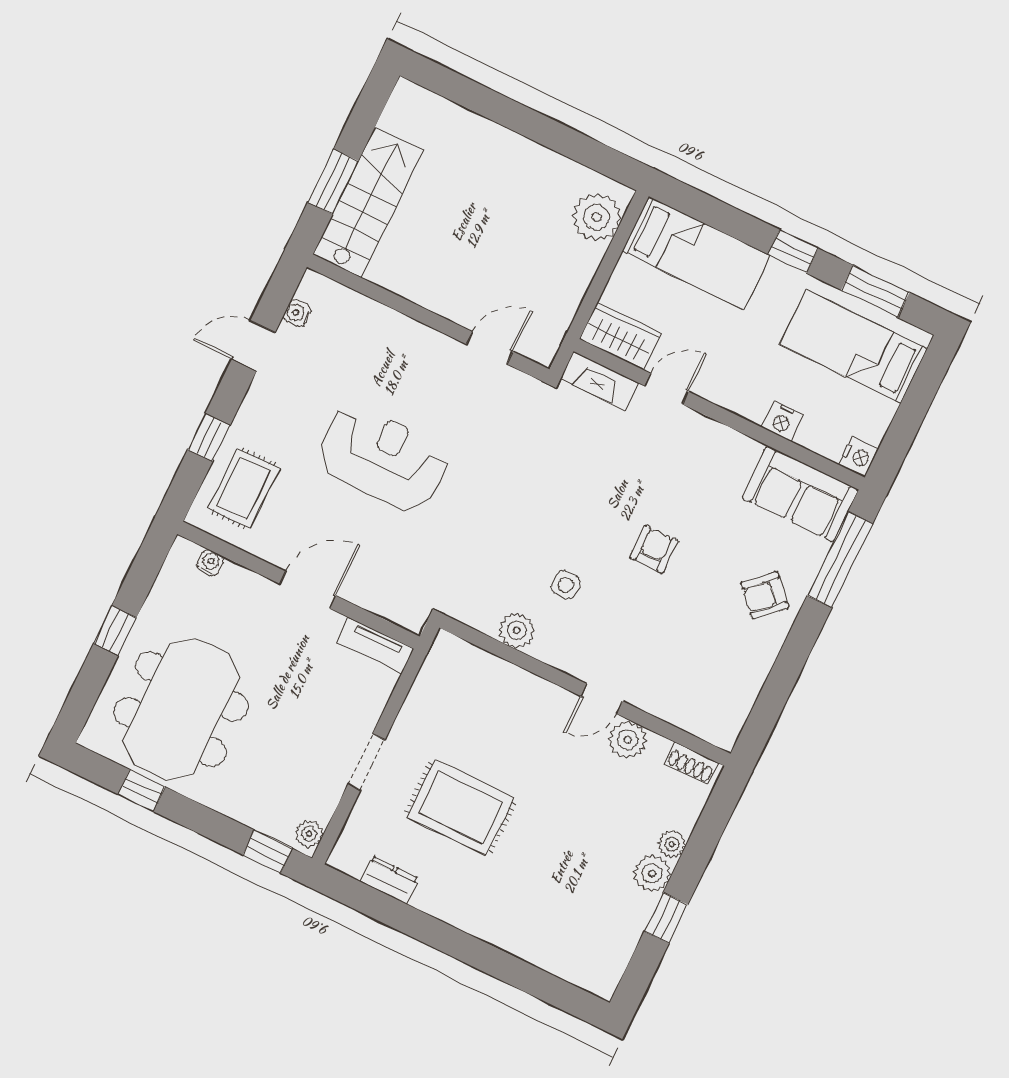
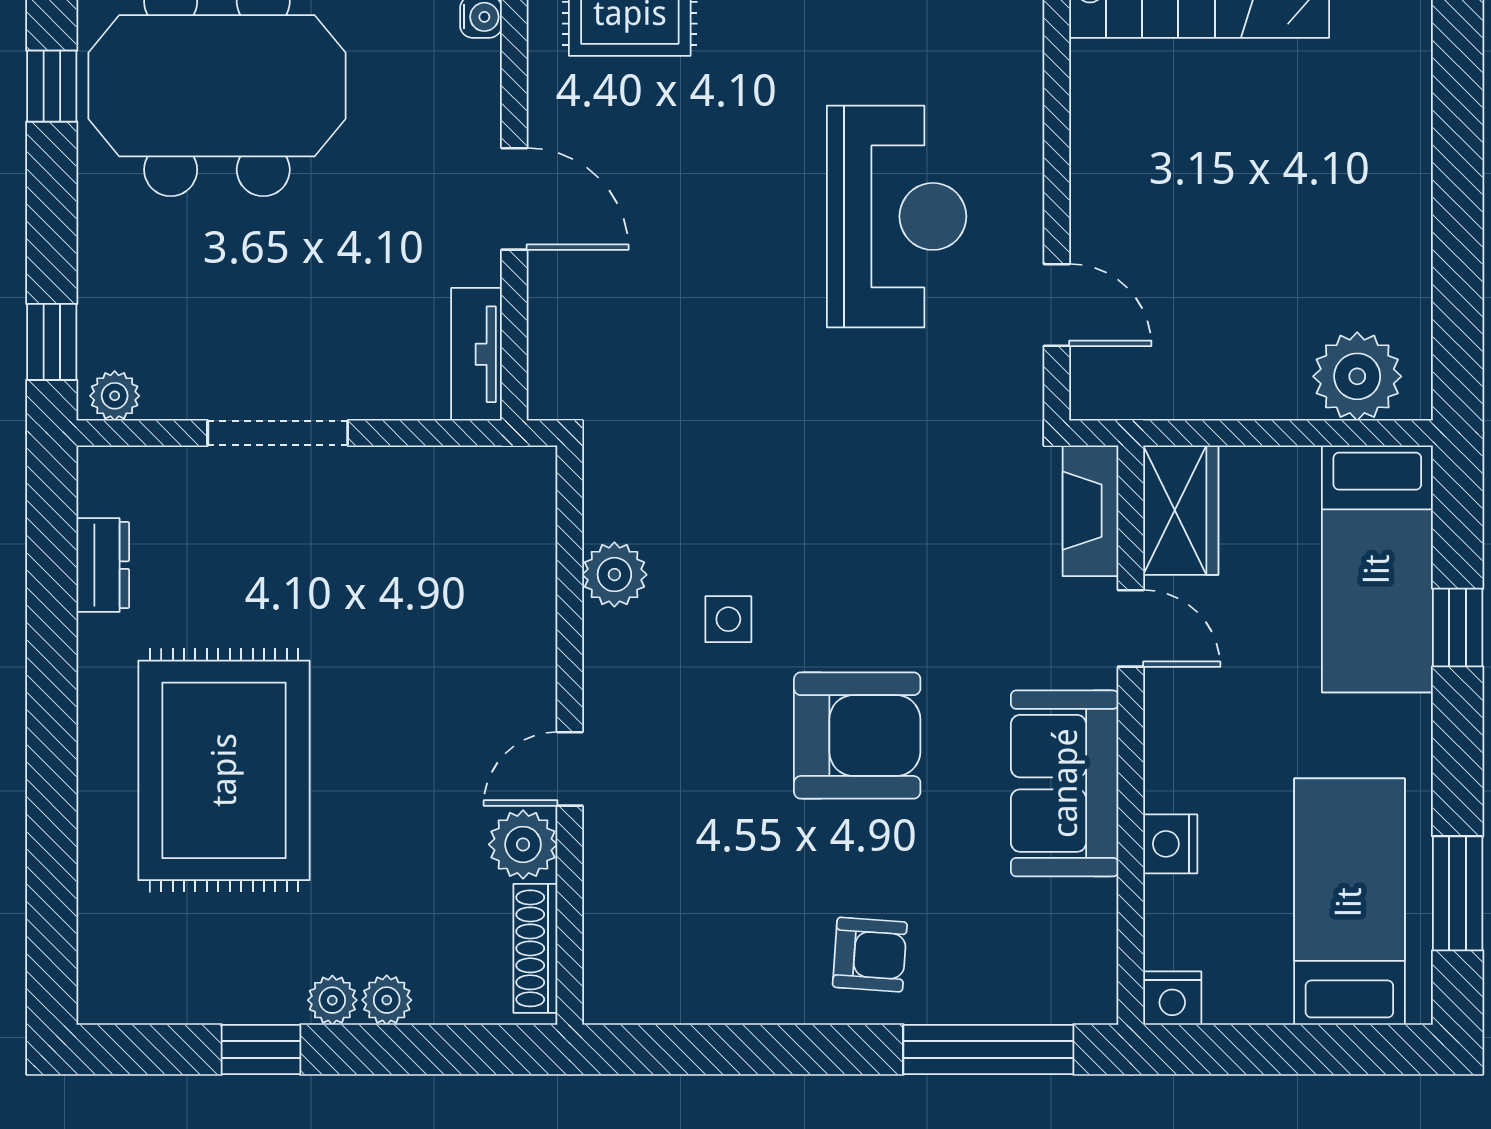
window: (793, 251) -> (1458, 627), moved
reception desk: (383, 458) -> (897, 216), moved
sofa: (800, 494) -> (1065, 783), moved
armchair: (654, 549) -> (857, 736), width x1.88, depth x1.88
armchair: (765, 595) -> (870, 955), turned 137
door: (602, 699) -> (570, 769), hinge flipped
doorway: (366, 762) -> (278, 433), width x1.38
shoe rack: (691, 763) -> (535, 948), width x1.43
rug: (461, 807) -> (224, 770), moved, width x1.37, depth x1.44
plant: (652, 873) -> (332, 1000), width x0.73, depth x0.73

